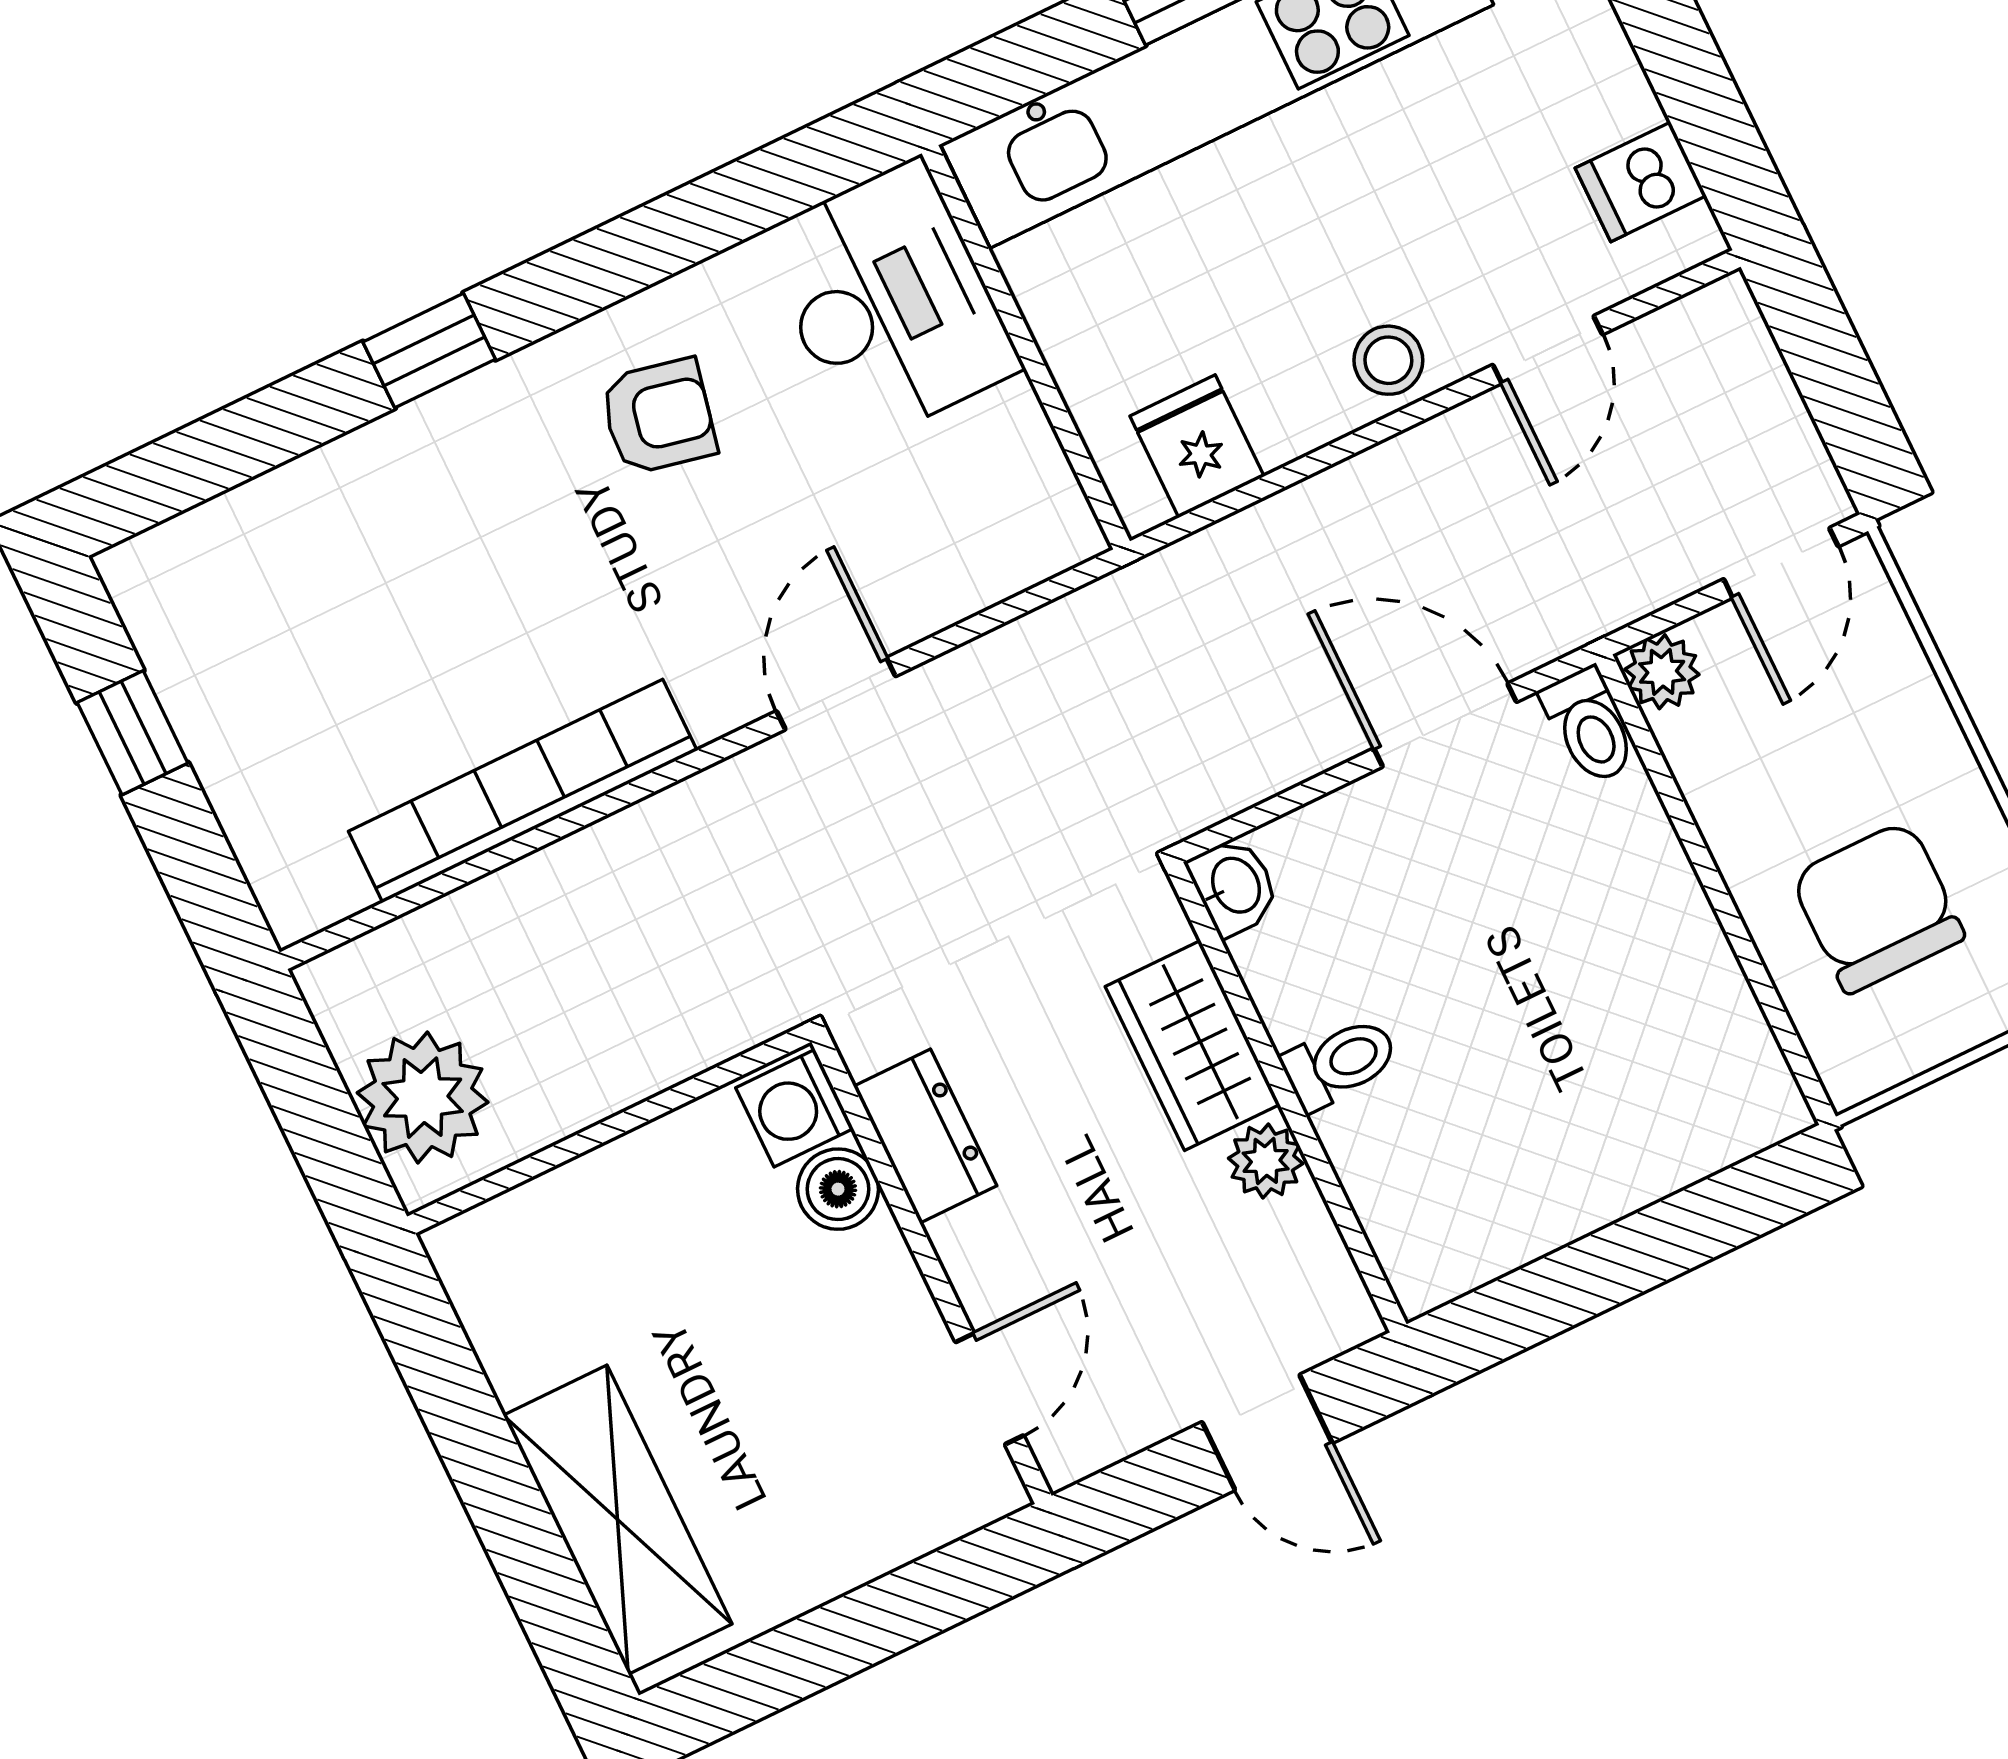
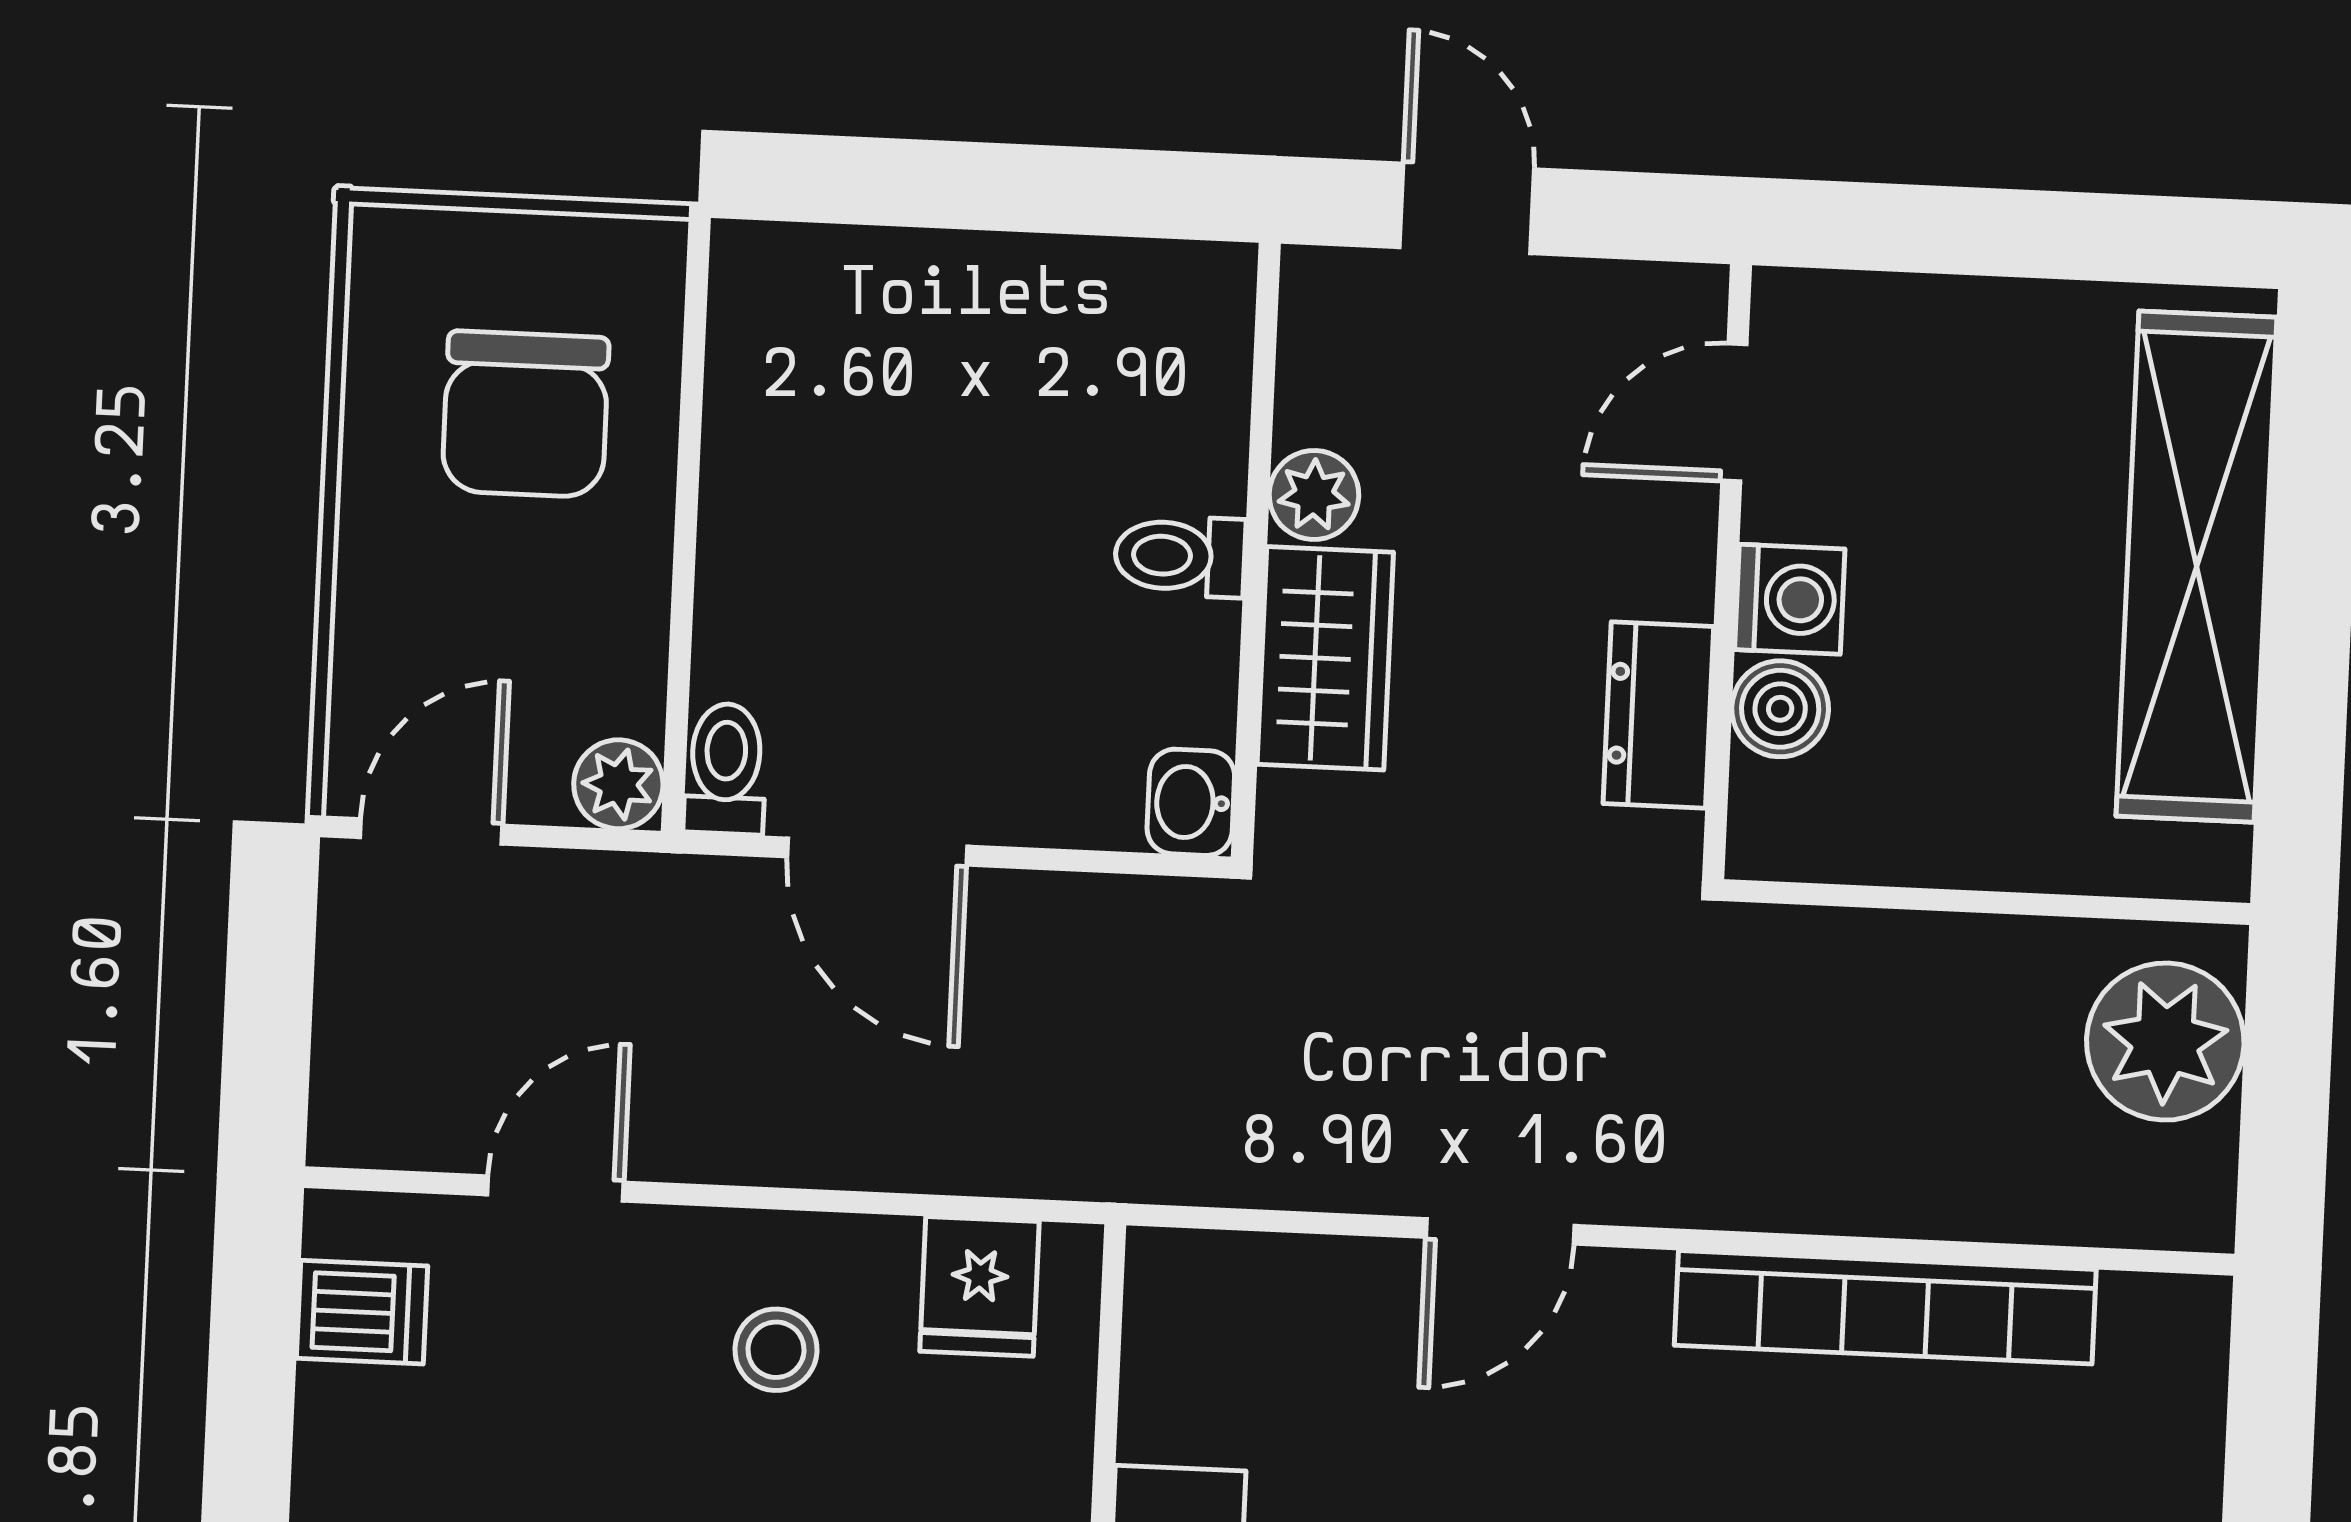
stool: (1388, 360) -> (776, 1350), moved
washing machine: (795, 1108) -> (1790, 599), moved
shelving: (618, 1520) -> (2197, 567), width x1.47

